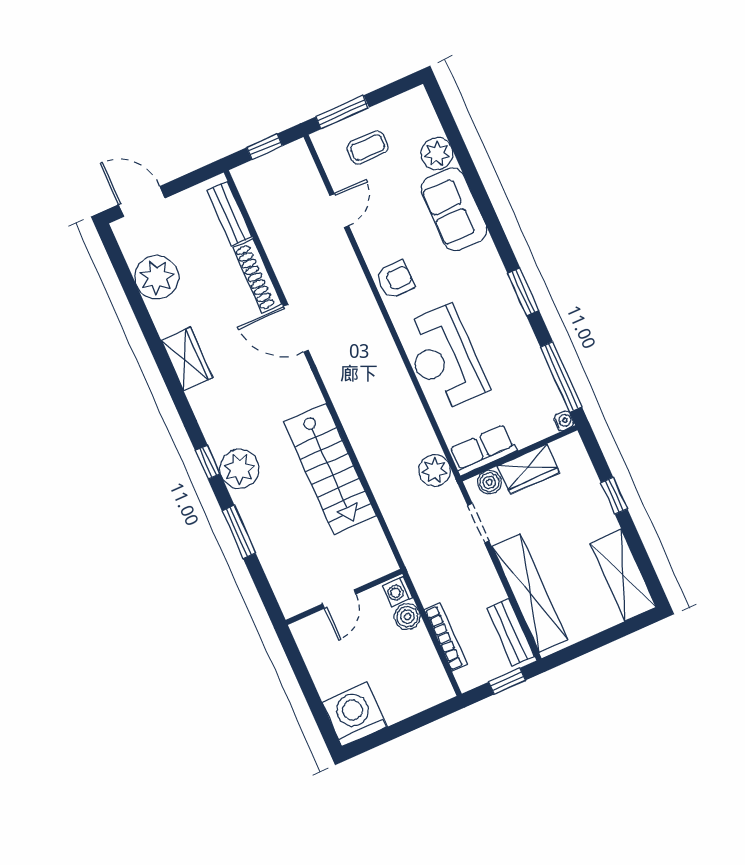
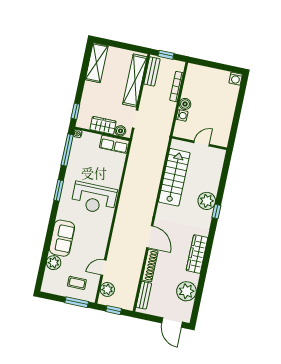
armchair: (395, 280) -> (101, 228), removed
reception desk: (444, 358) -> (94, 198), moved, turned 90
wardrobe: (187, 359) -> (197, 254), width x1.50
plant: (435, 470) -> (107, 289), moved
window: (614, 496) -> (75, 111), moved
window: (239, 532) -> (223, 178), removed
wall: (344, 597) -> (199, 143), moved
door: (339, 599) -> (202, 144), moved
washing machine: (355, 715) -> (236, 79), width x0.53, depth x0.53

